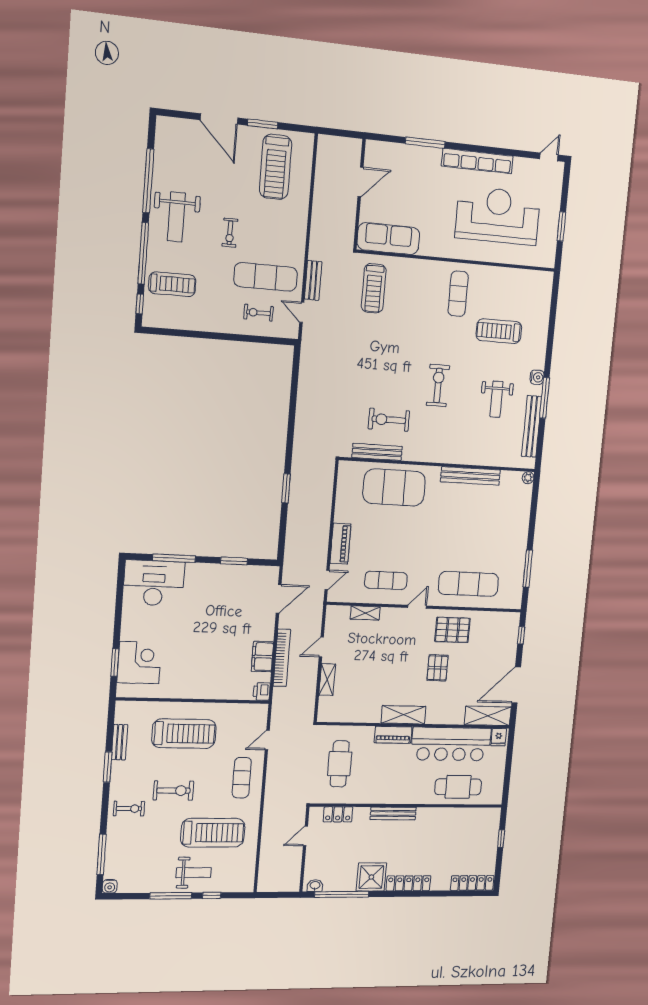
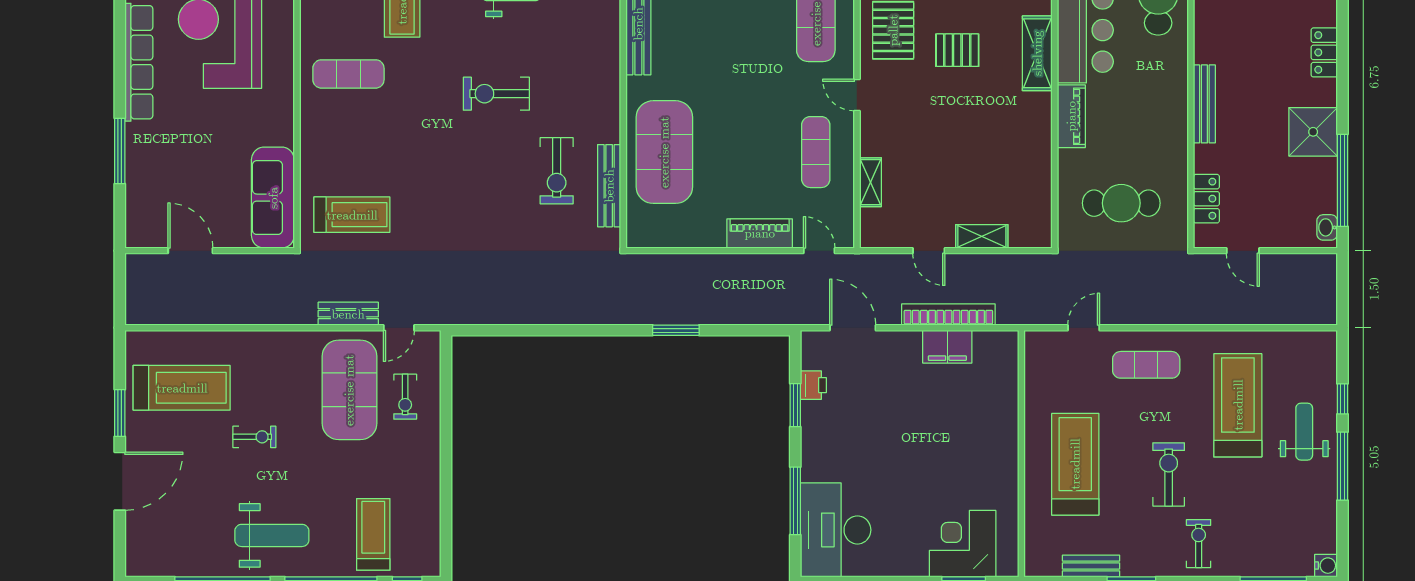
exercise bike: (230, 233) -> (254, 437), moved
exercise mat: (266, 277) -> (349, 390), width x1.47
printer: (262, 691) -> (813, 385), moved, turned -90
shelving: (403, 715) -> (1037, 53), moved
door: (267, 740) -> (1084, 328), swing flipped
locker: (409, 883) -> (1324, 52), width x0.66

